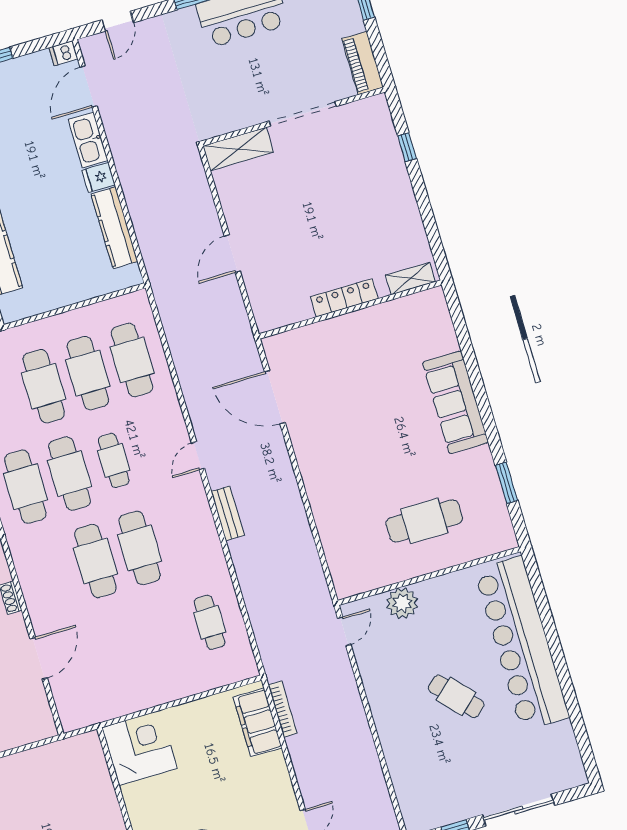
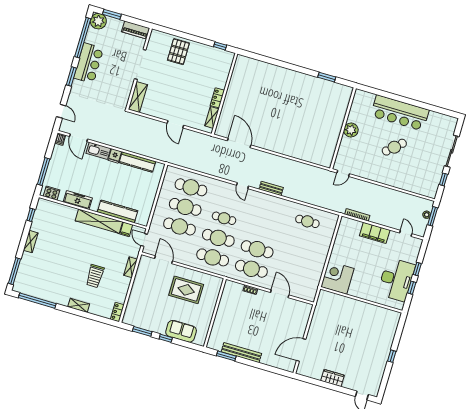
window: (407, 147) -> (220, 46), moved
pallet: (374, 171) -> (178, 52), added
shelving: (410, 279) -> (212, 117), moved
locker: (344, 298) -> (217, 98), width x0.66
door: (275, 397) -> (239, 143), swing flipped
sofa: (455, 402) -> (284, 77), removed
cafe table: (424, 521) -> (321, 117), removed
cafe table: (140, 548) -> (251, 269), moved
plant: (402, 603) -> (351, 130), moved
door: (344, 631) -> (343, 173), swing flipped
bar counter: (522, 643) -> (400, 113), width x0.73
filing cabinet: (258, 722) -> (375, 233), moved

